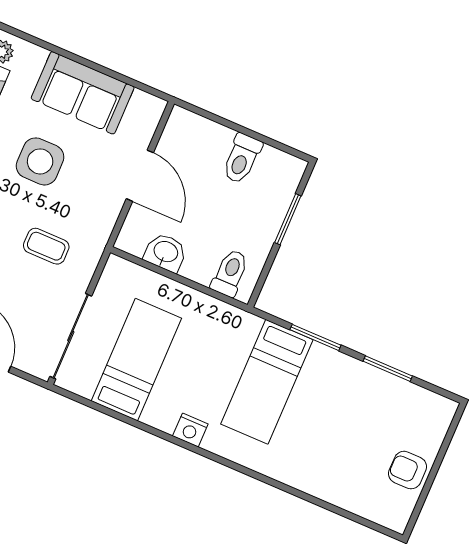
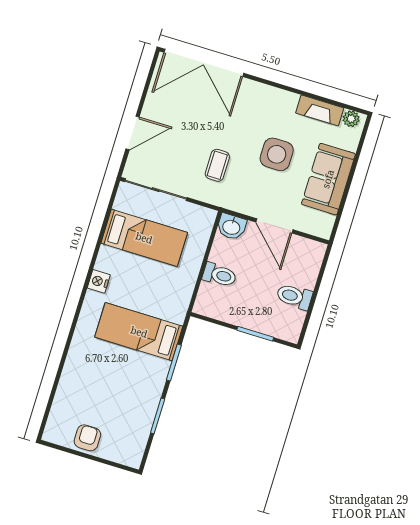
door: (140, 176) -> (274, 226), hinge flipped
washbasin: (165, 252) -> (231, 227), moved, turned 90
toilet: (230, 273) -> (219, 275), moved

